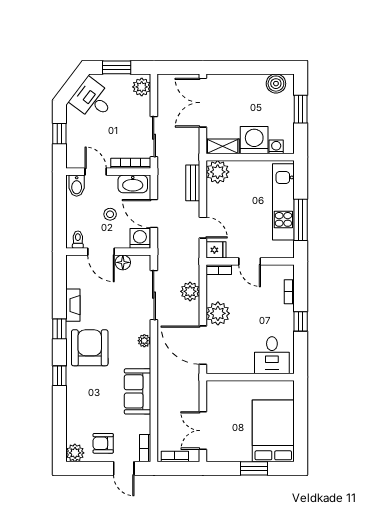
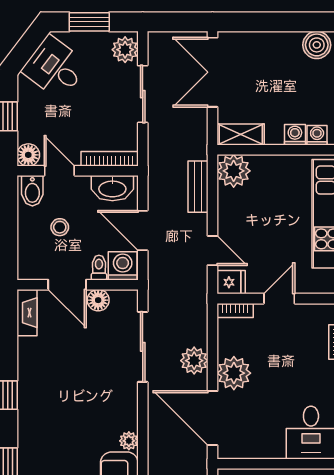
sliding door: (154, 137) -> (143, 94), moved
washing machine: (254, 140) -> (295, 135), width x0.53, depth x0.53
floor lamp: (74, 161) -> (28, 155), added
stool: (110, 214) -> (60, 227), moved
toilet: (78, 240) -> (99, 268), moved
door: (250, 261) -> (279, 299), swing flipped
plant: (190, 291) -> (194, 361), moved
fireplace: (73, 305) -> (27, 313), moved
plant: (144, 341) -> (129, 441), moved
armchair: (90, 348) -> (51, 422), removed

